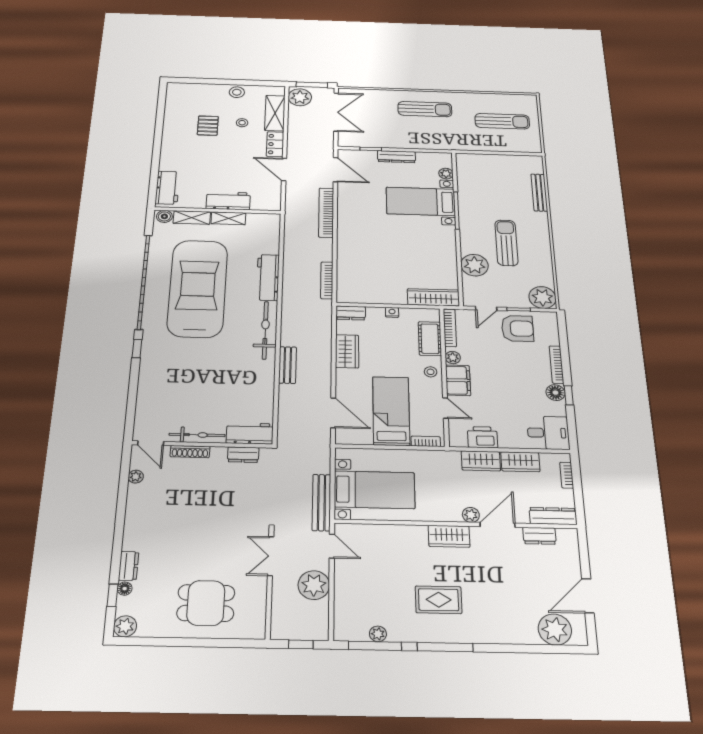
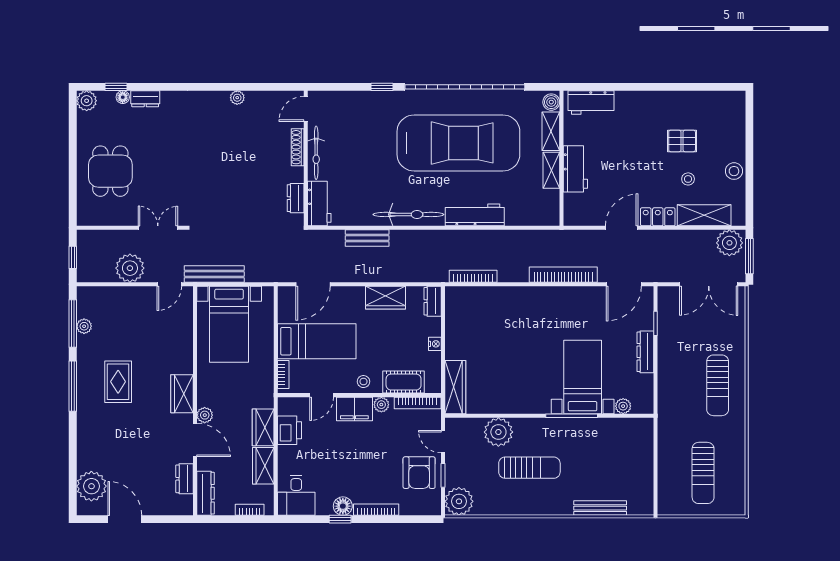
workbench: (250, 433) -> (319, 204), moved
bicycle: (197, 435) -> (316, 153), moved
door: (151, 443) -> (306, 109), moved
wall: (202, 444) -> (306, 158), moved
shoe rack: (190, 452) -> (298, 147), moved
dresser: (243, 455) -> (296, 198), moved

